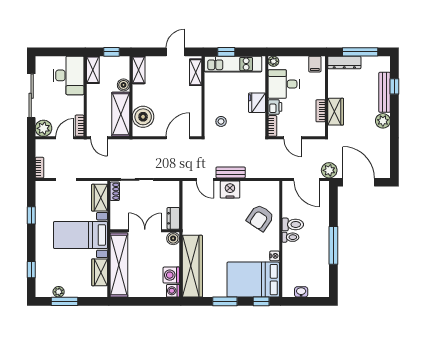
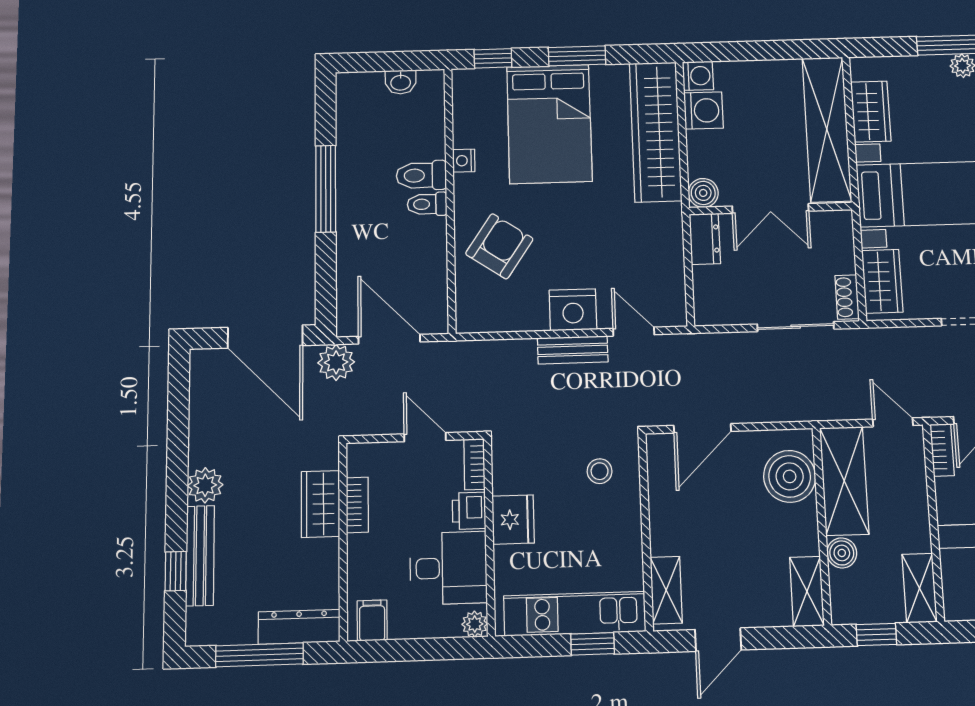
toilet: (293, 224) -> (421, 175), moved
bed: (253, 280) -> (549, 124), moved, turned 90

